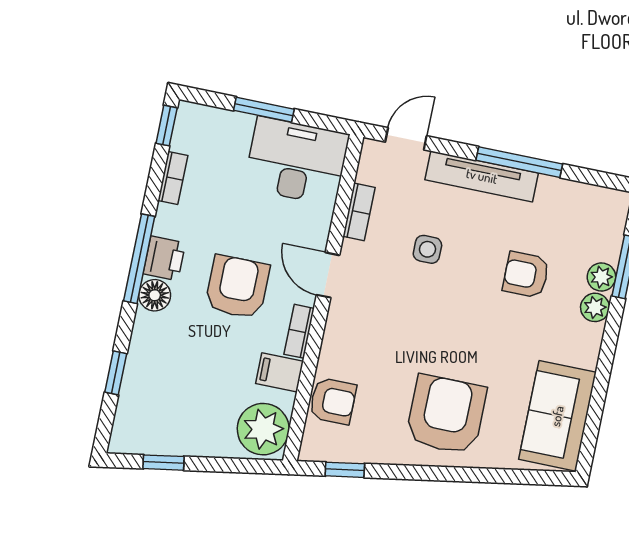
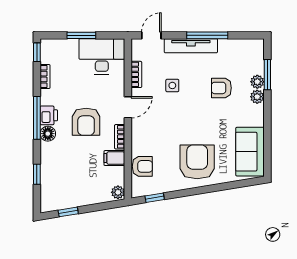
door: (328, 275) -> (128, 107), swing flipped
armchair: (237, 287) -> (86, 122), turned 180
plant: (263, 429) -> (118, 192), width x0.53, depth x0.53

